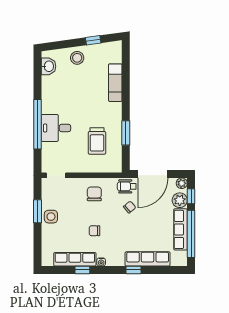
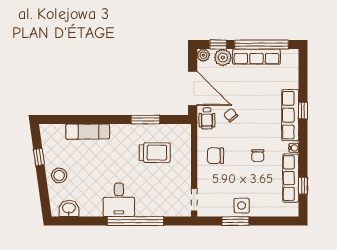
desk: (56, 128) -> (119, 200), moved
row of seats: (148, 259) -> (290, 115), moved
window: (82, 270) -> (303, 186), moved

